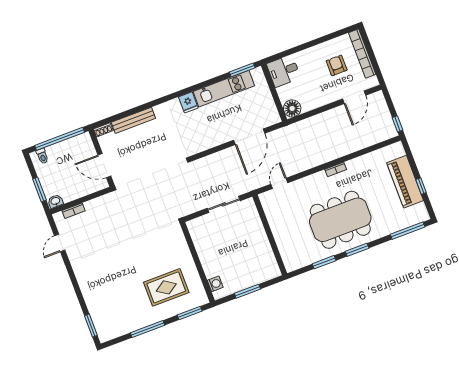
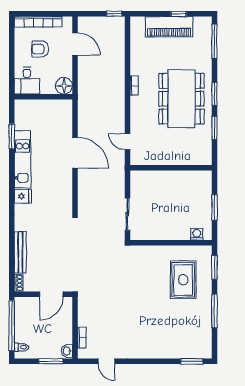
desk: (284, 71) -> (27, 81), moved
wall: (274, 93) -> (43, 97), moved
floor lamp: (292, 108) -> (64, 86), moved
sliding door: (224, 204) -> (128, 214), moved

